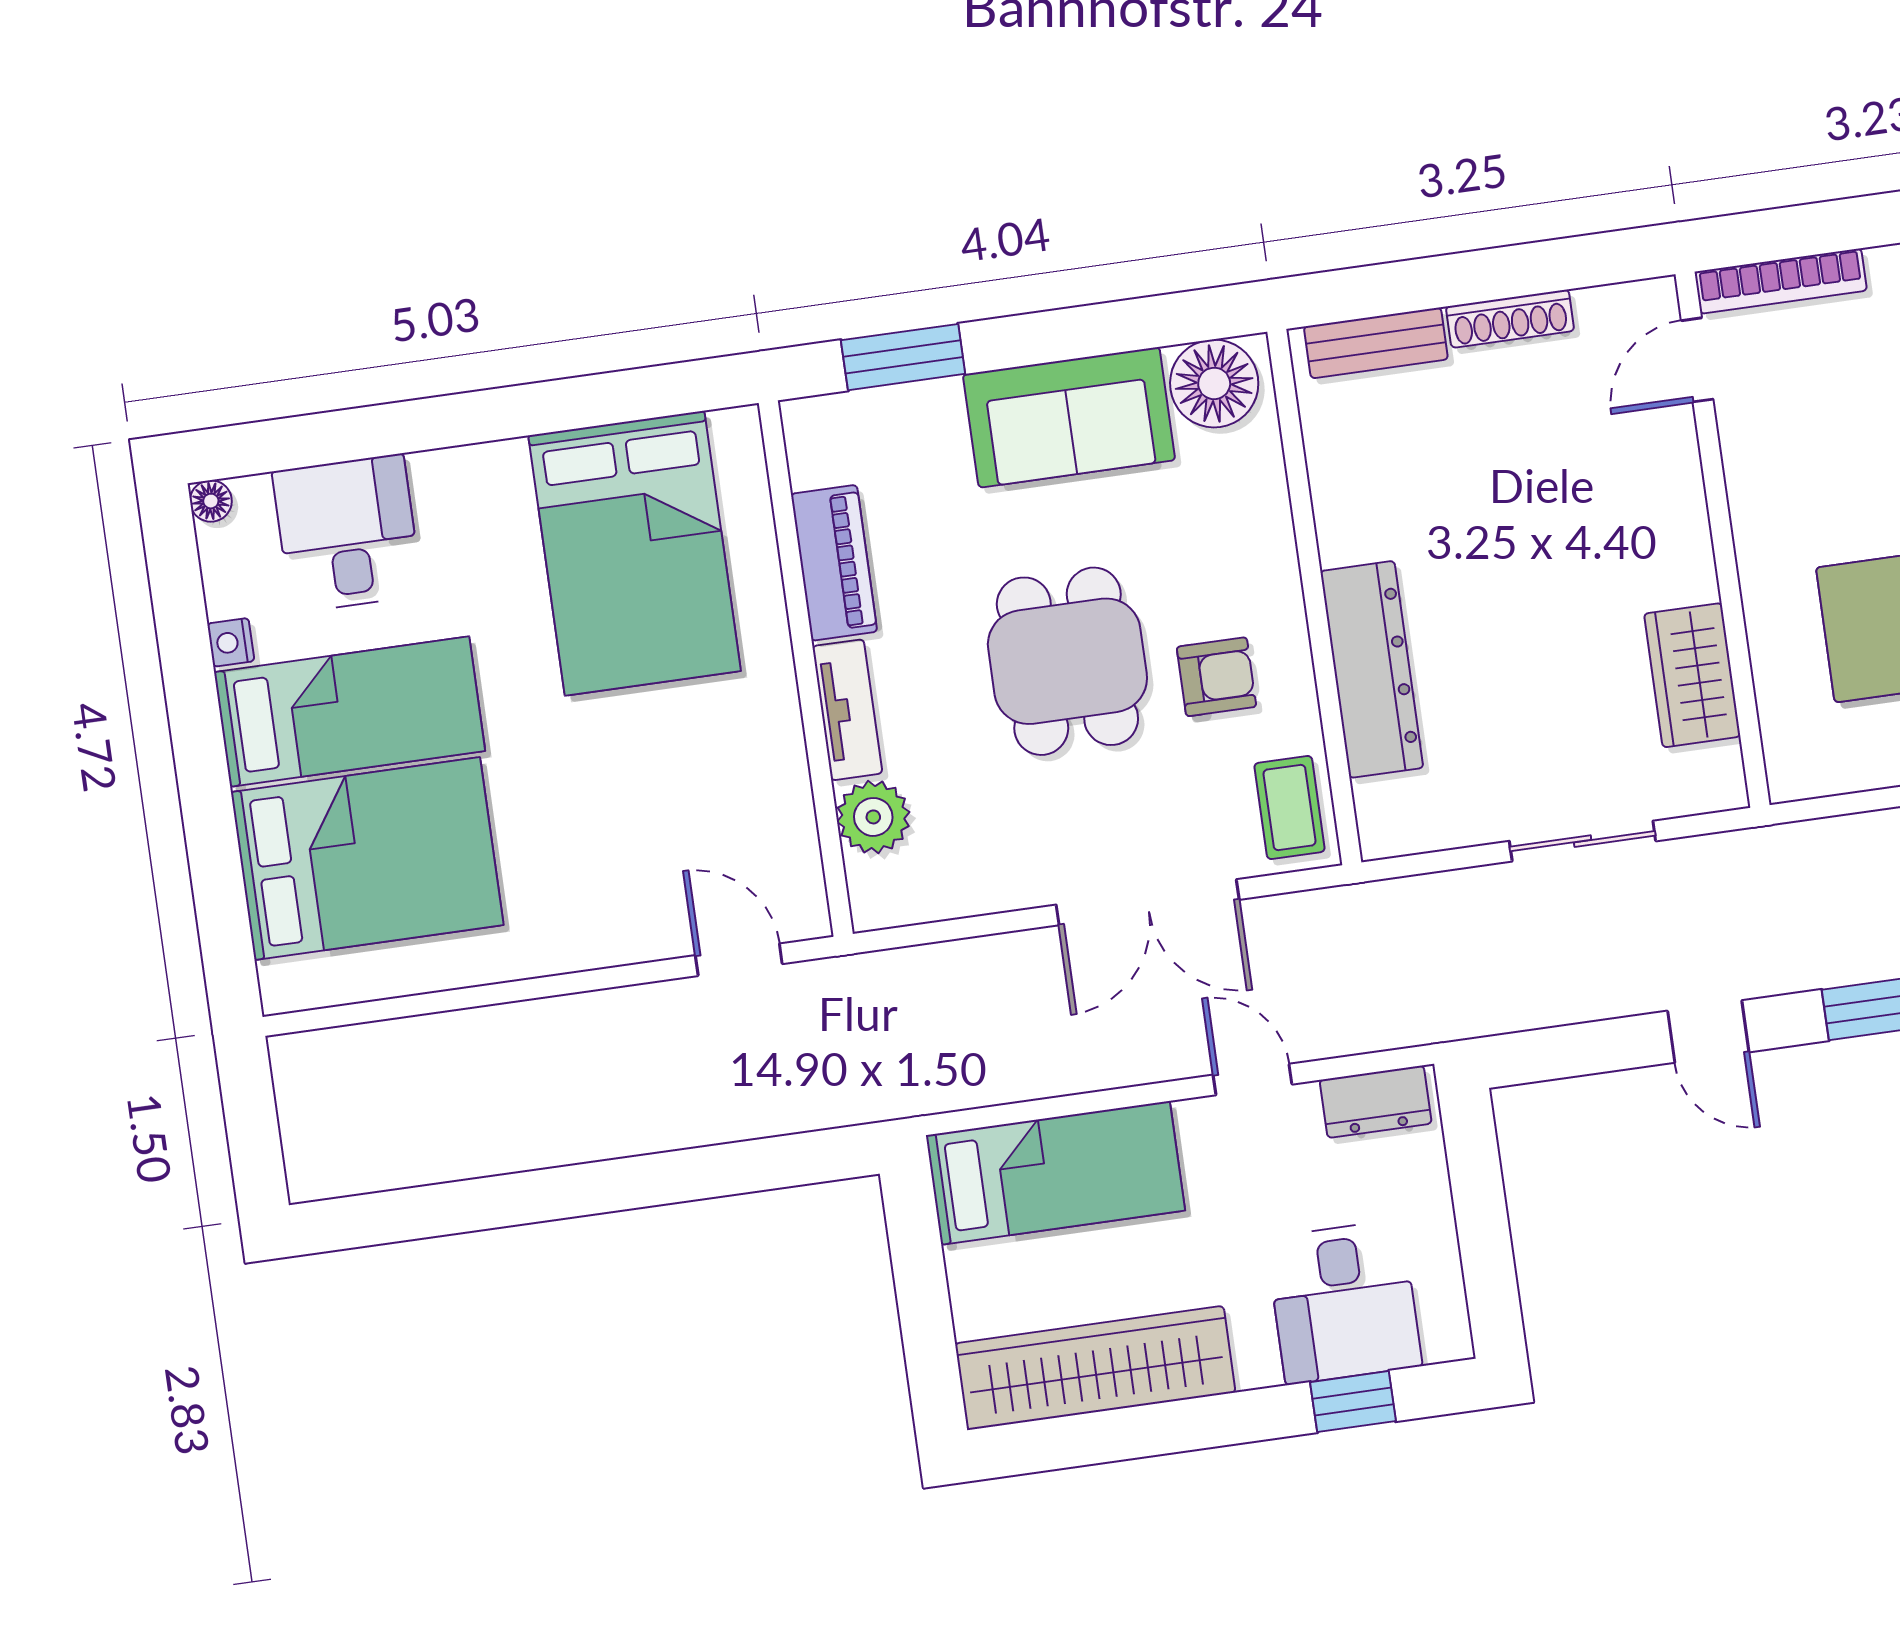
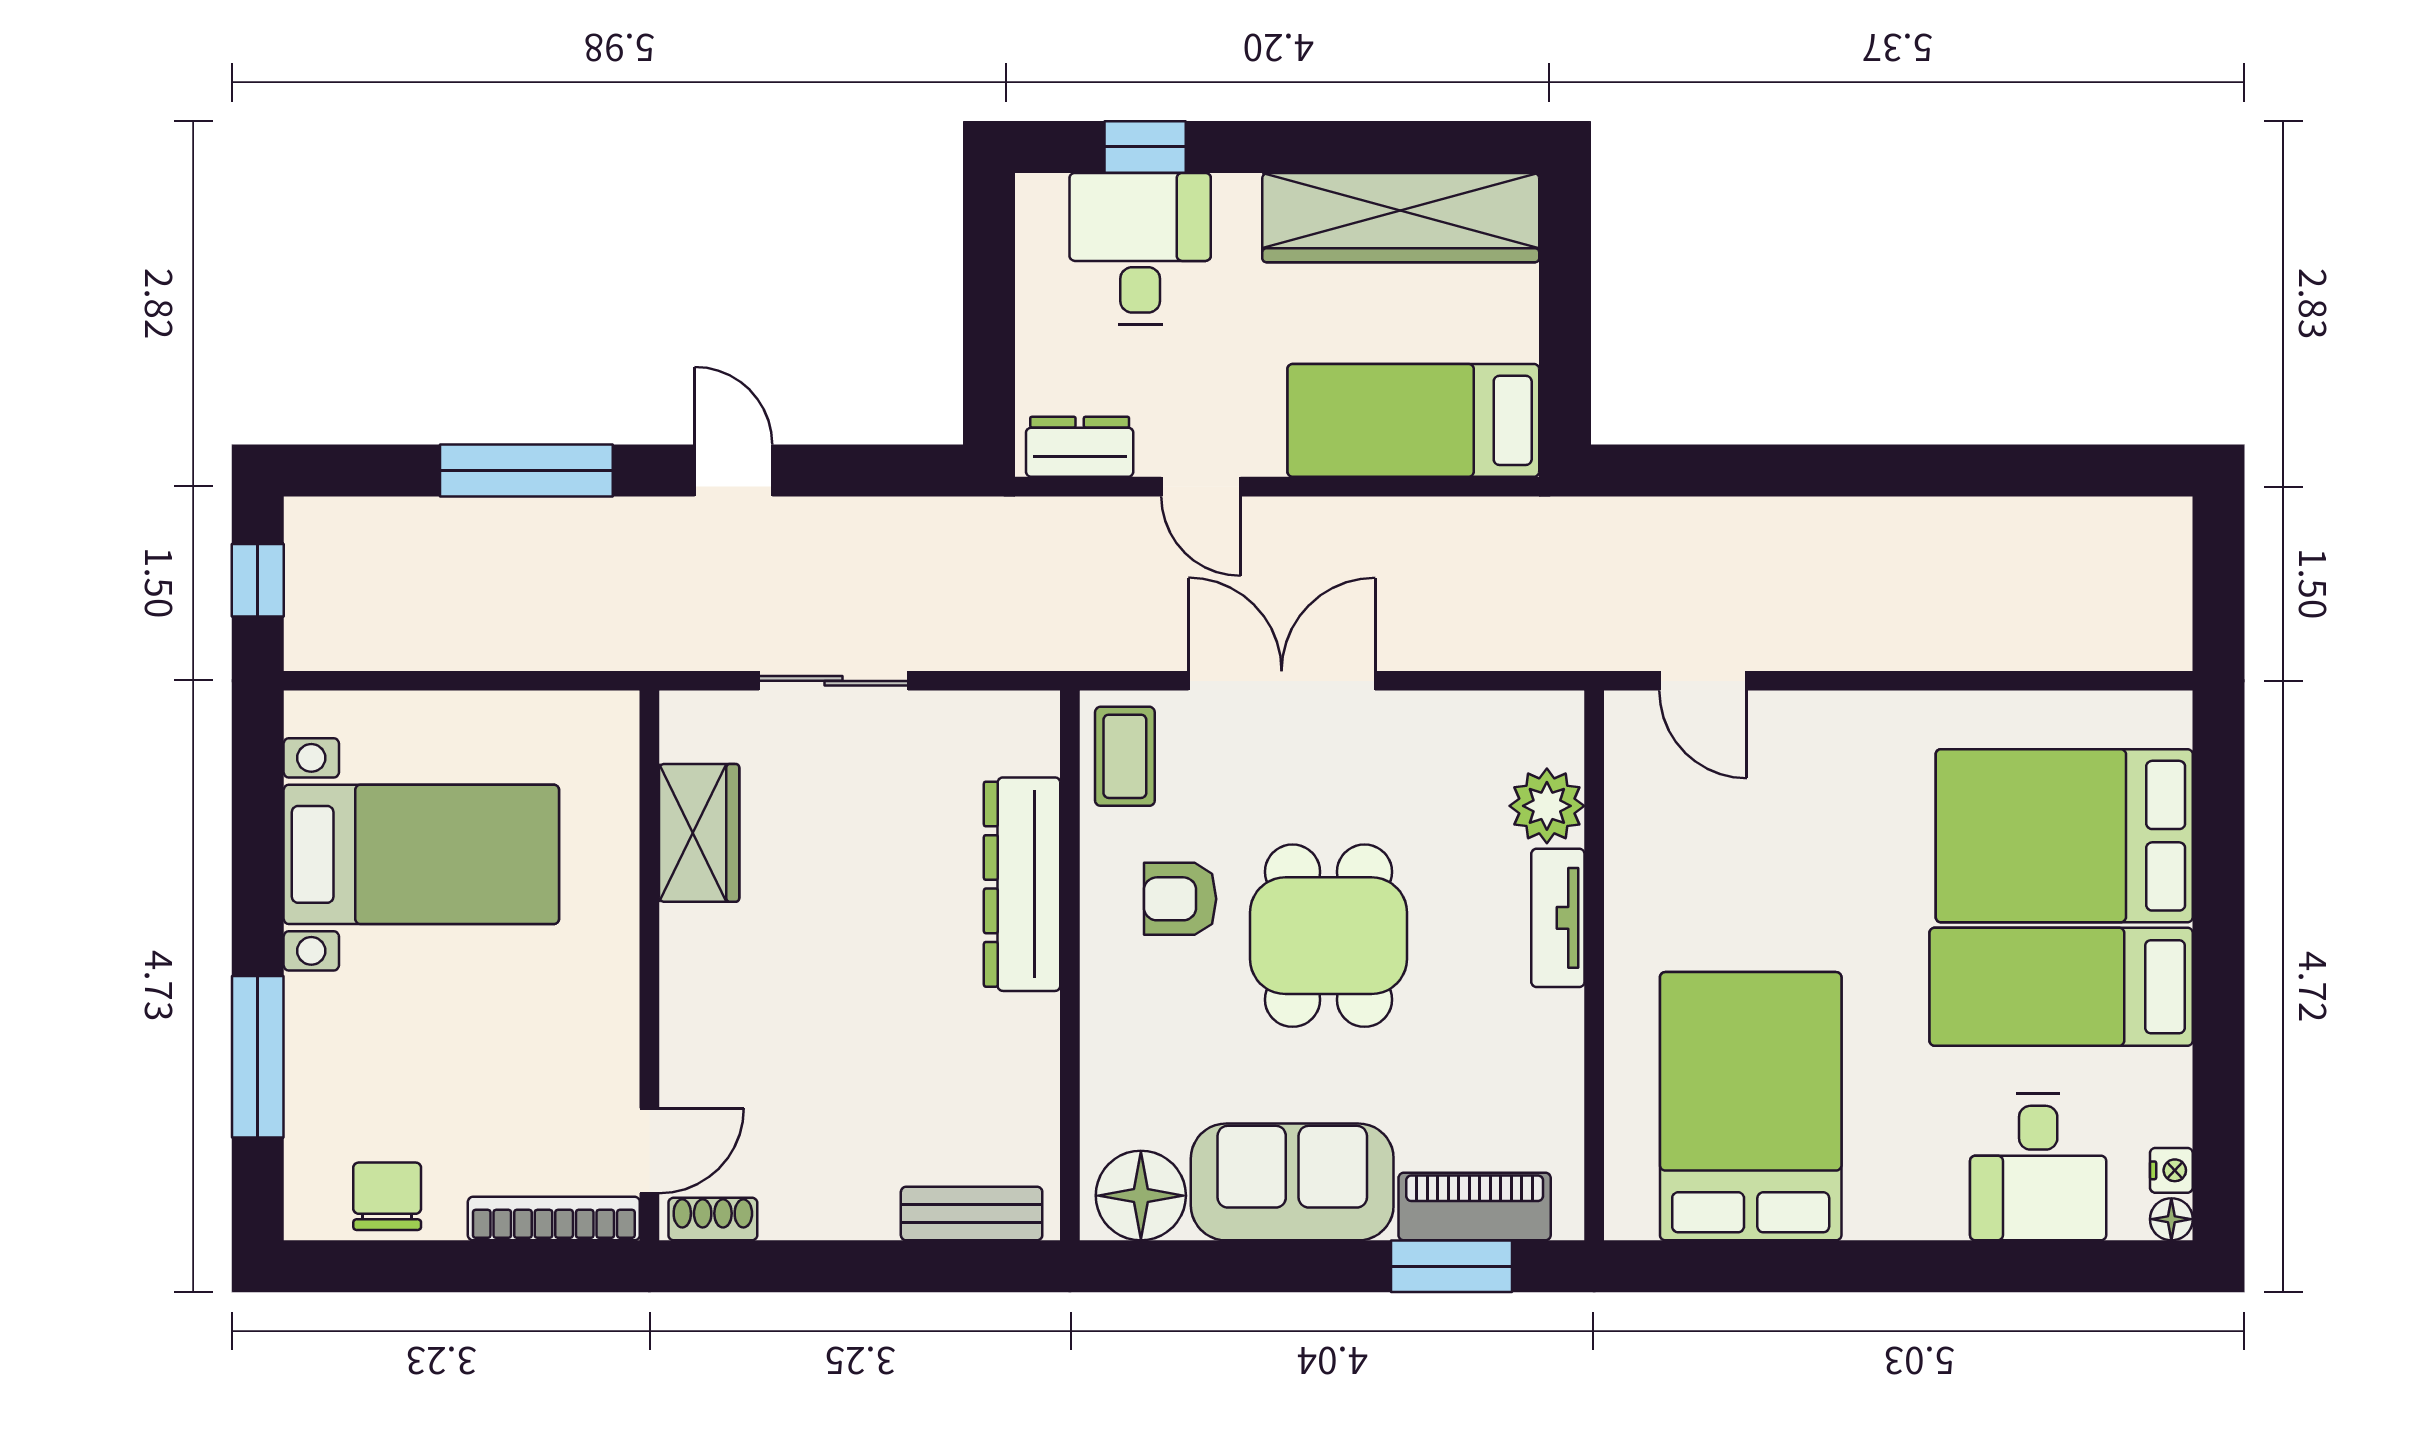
shoe rack: (1510, 319) -> (713, 1219), moved, width x0.70
piano: (834, 563) -> (1475, 1207), moved, turned 90
nightstand: (231, 642) -> (2171, 1170), moved

